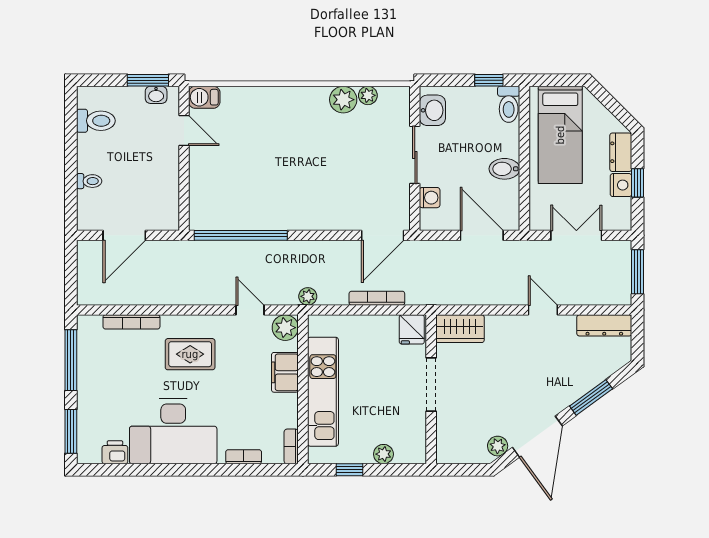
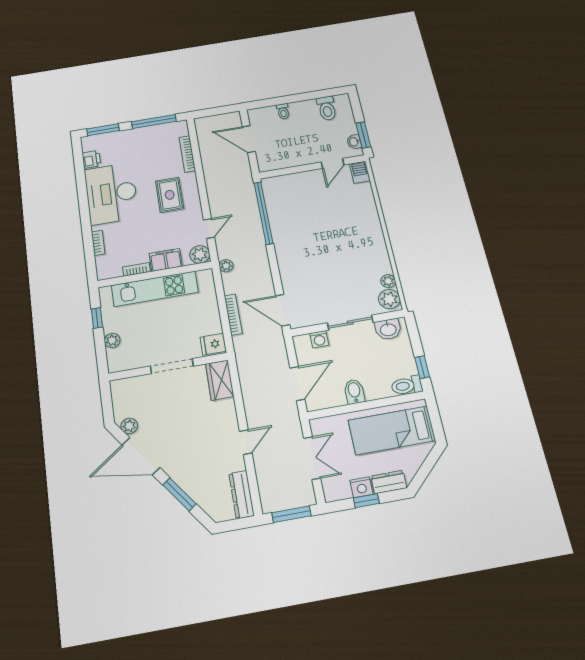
plant: (343, 100) -> (389, 299), moved
bookcase: (291, 446) -> (136, 269), moved

